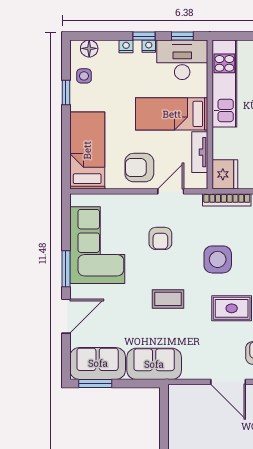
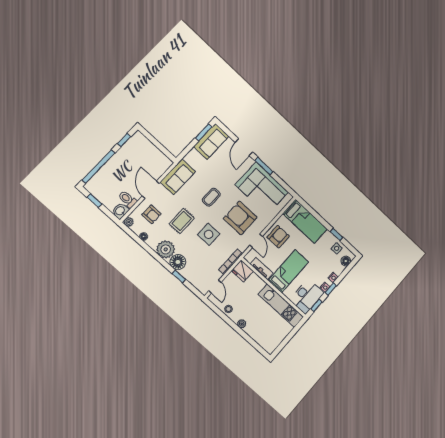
armchair: (160, 238) -> (240, 218), width x1.88, depth x1.88
sofa: (154, 364) -> (178, 177), moved
door: (228, 382) -> (151, 190), hinge flipped

